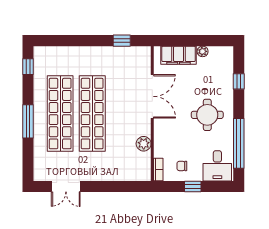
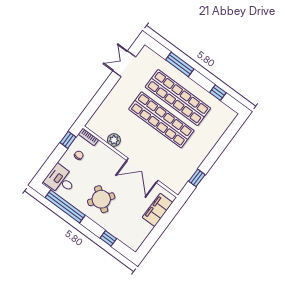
plant: (203, 51) -> (148, 229), removed
window: (28, 67) -> (218, 93), moved
round table: (207, 115) -> (101, 199), turned 37
window: (28, 121) -> (180, 64), moved
window: (193, 187) -> (68, 140), moved

